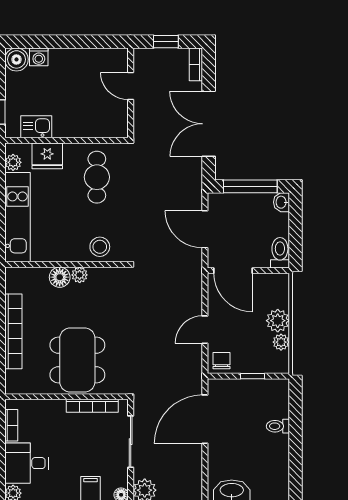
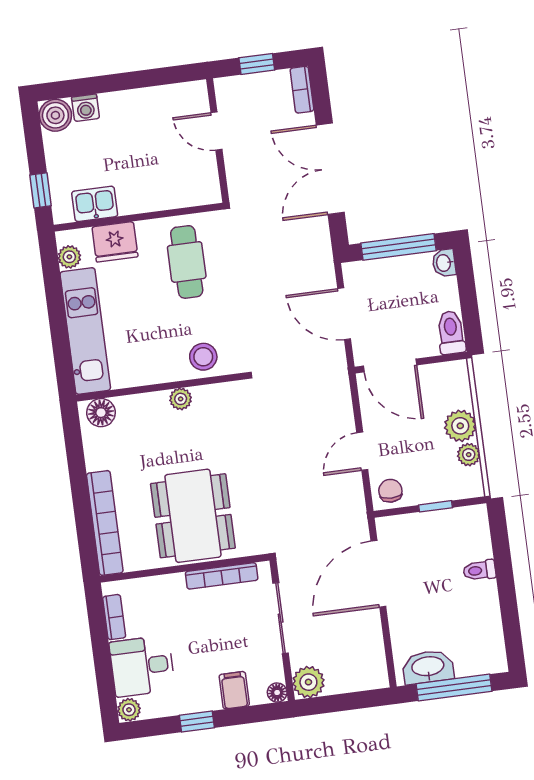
floor lamp: (60, 277) -> (101, 413), moved
bookcase: (13, 331) -> (105, 523), moved

